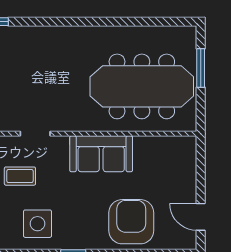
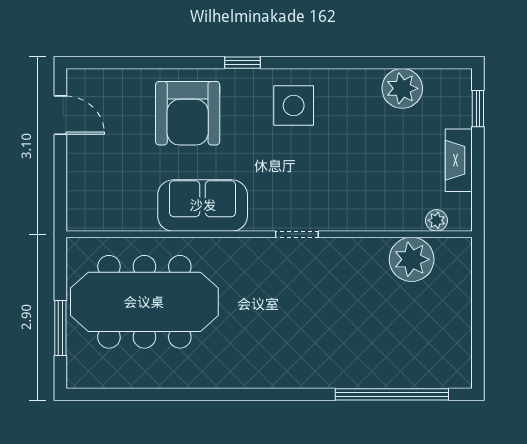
coffee table: (20, 176) -> (319, 174), removed
armchair: (131, 222) -> (188, 113), moved

